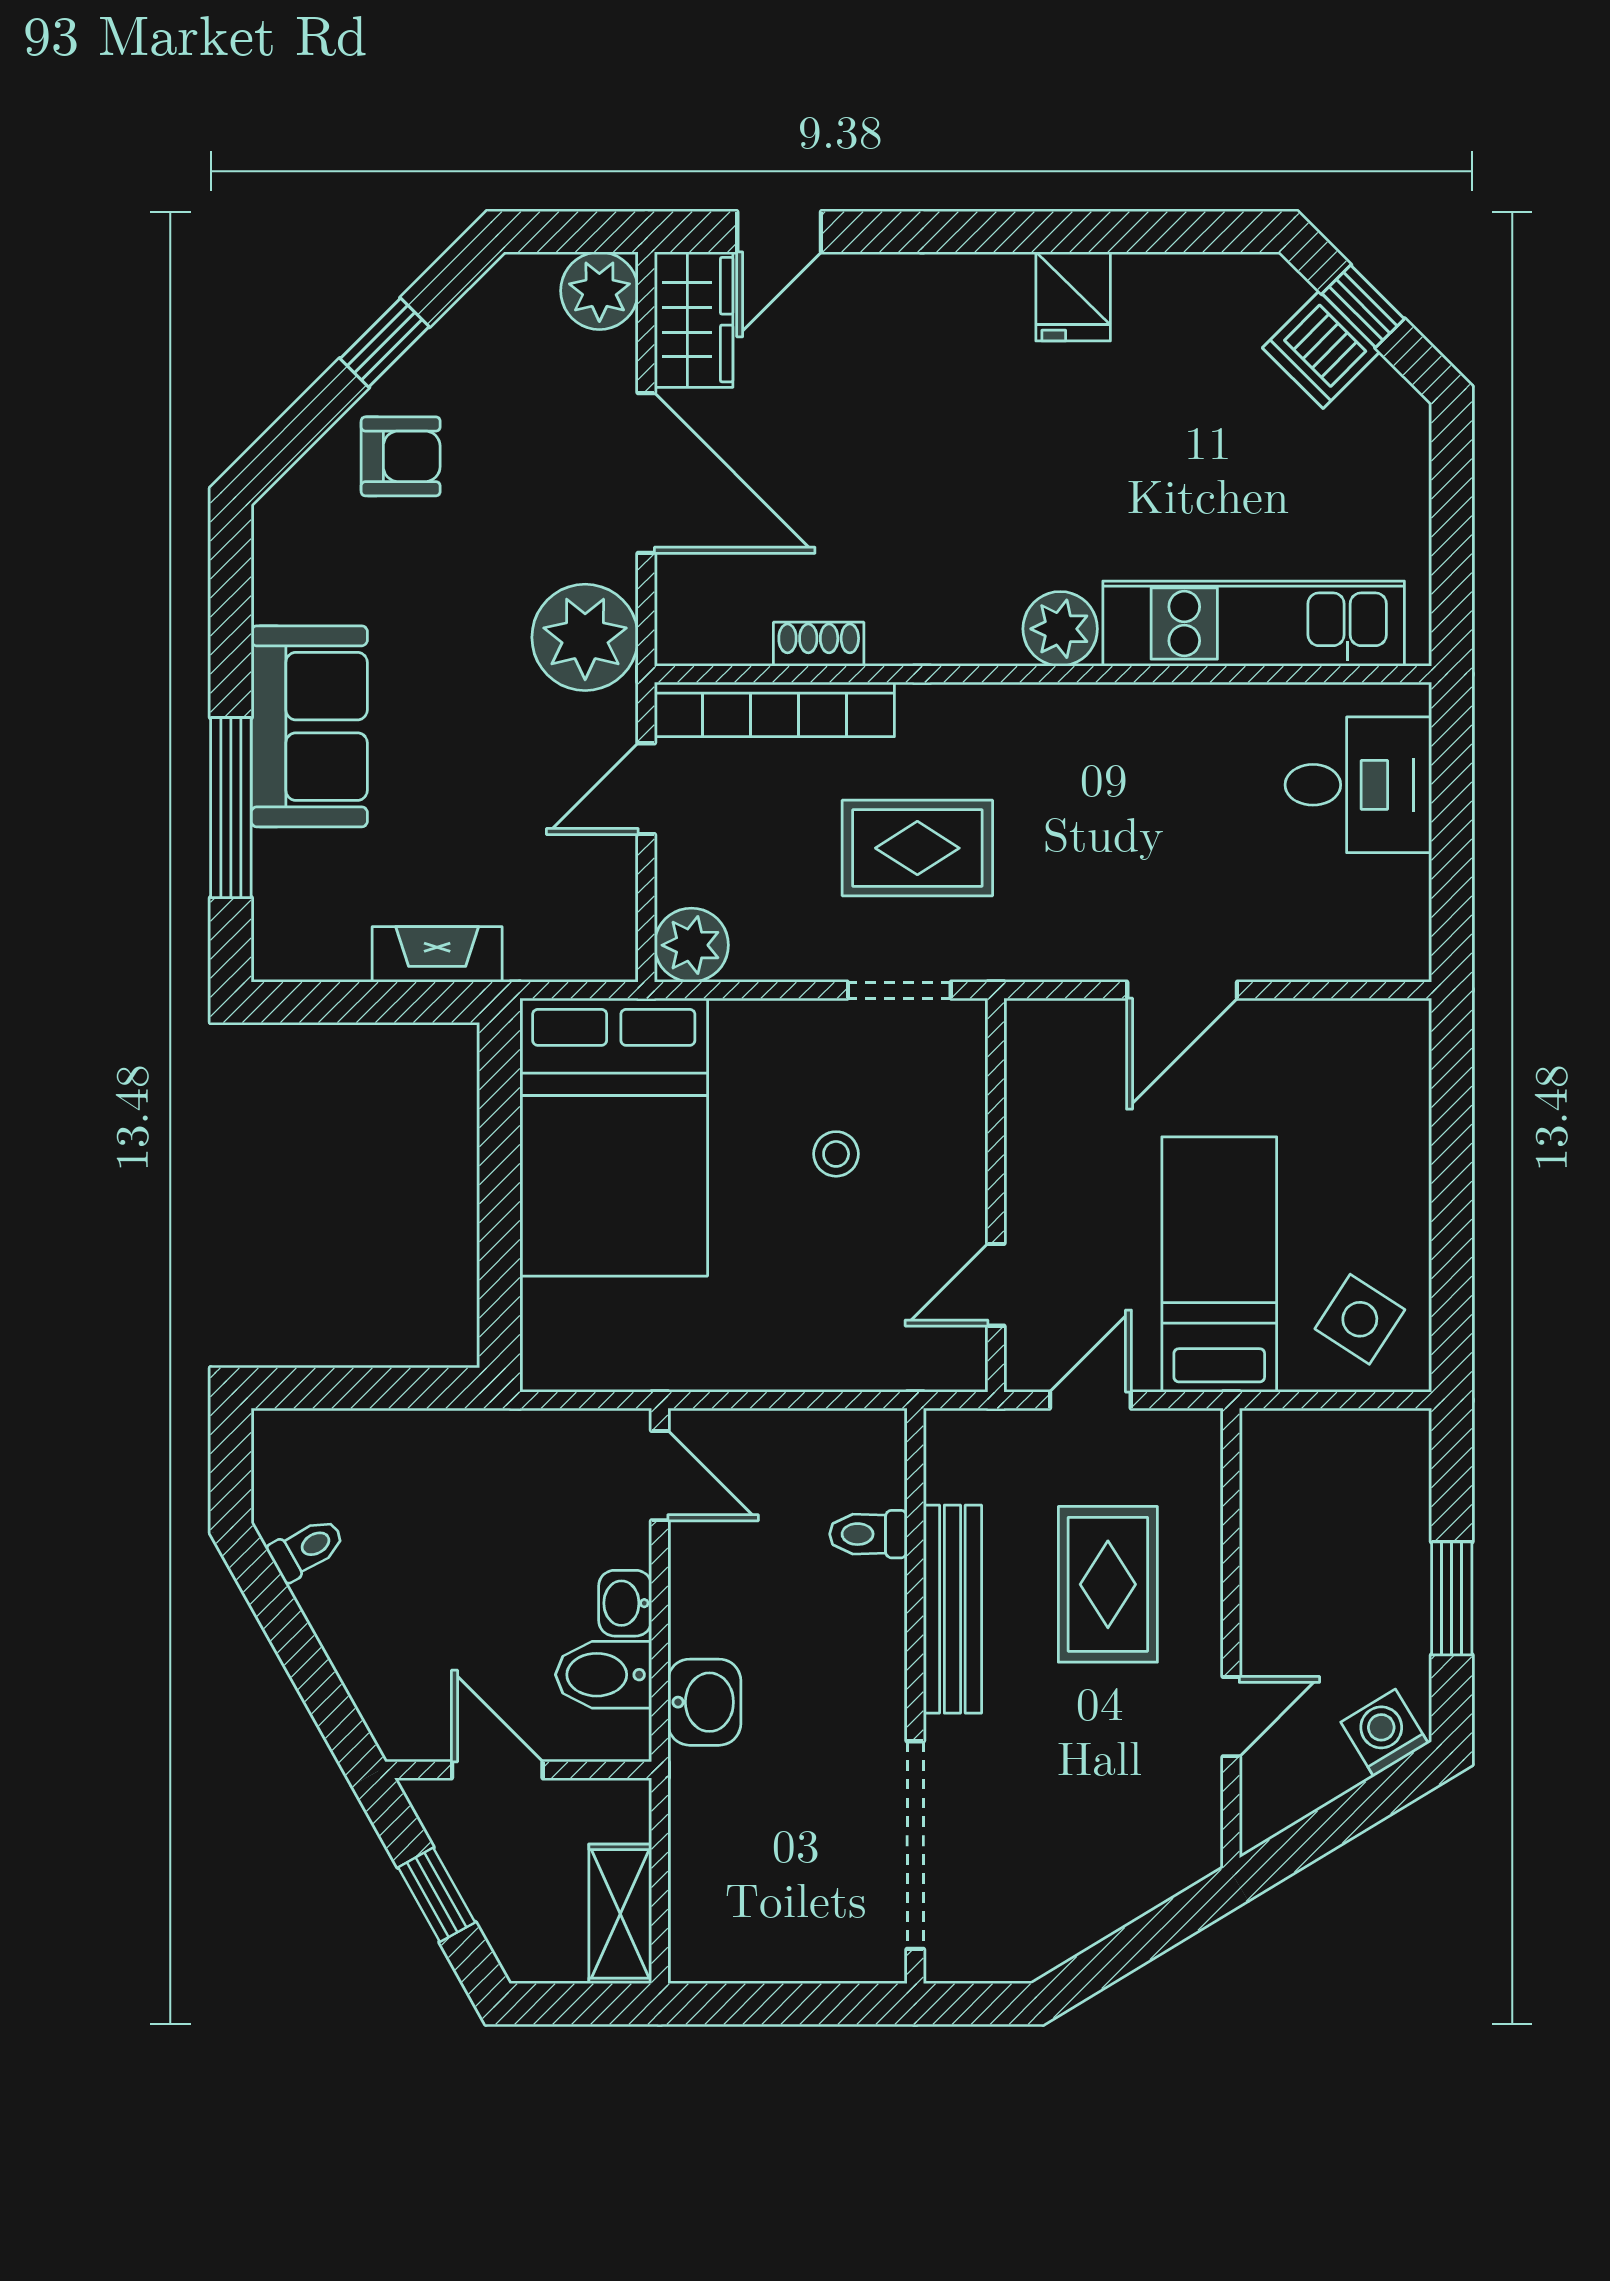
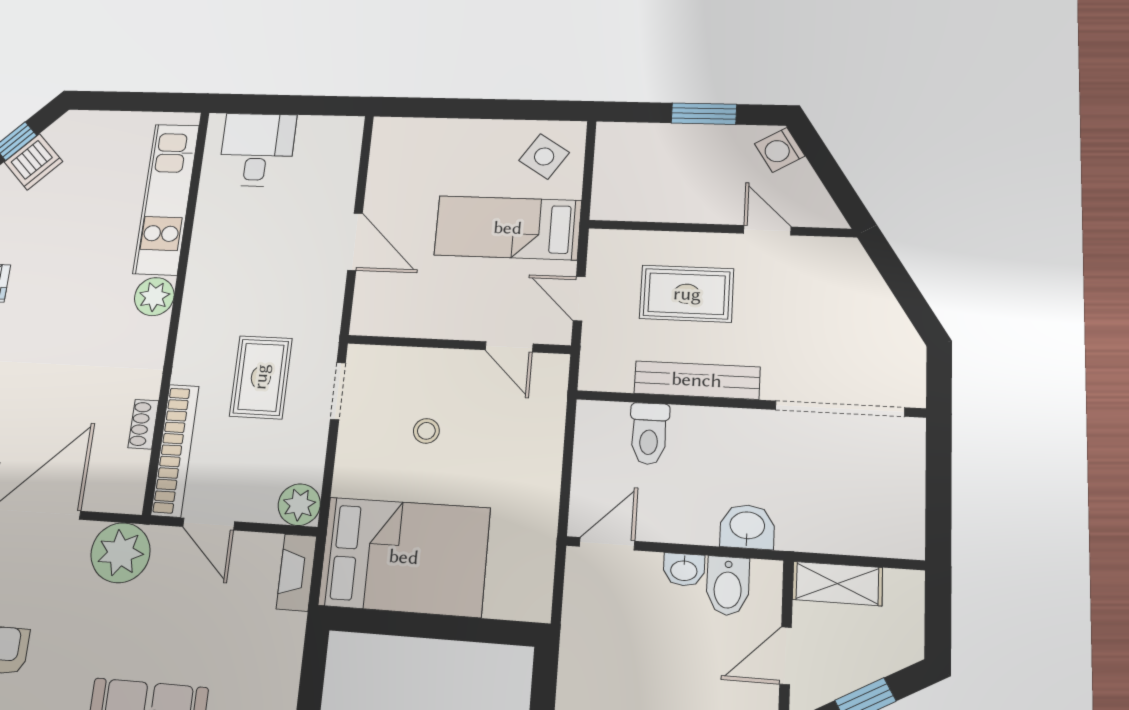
fireplace: (437, 954) -> (296, 572), moved
toilet: (868, 1534) -> (649, 434), width x1.37, depth x1.39
shelving: (620, 1914) -> (837, 584), moved

